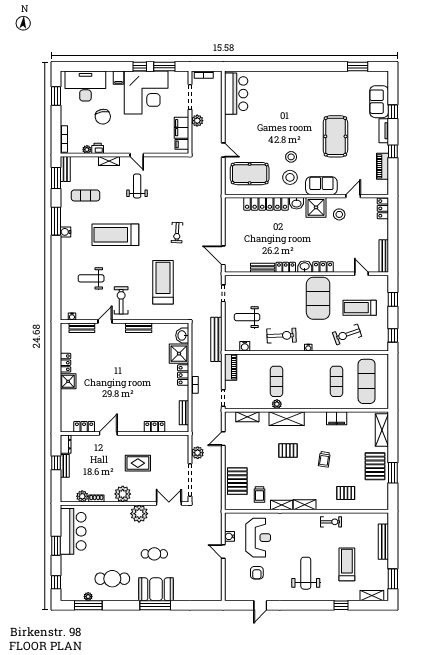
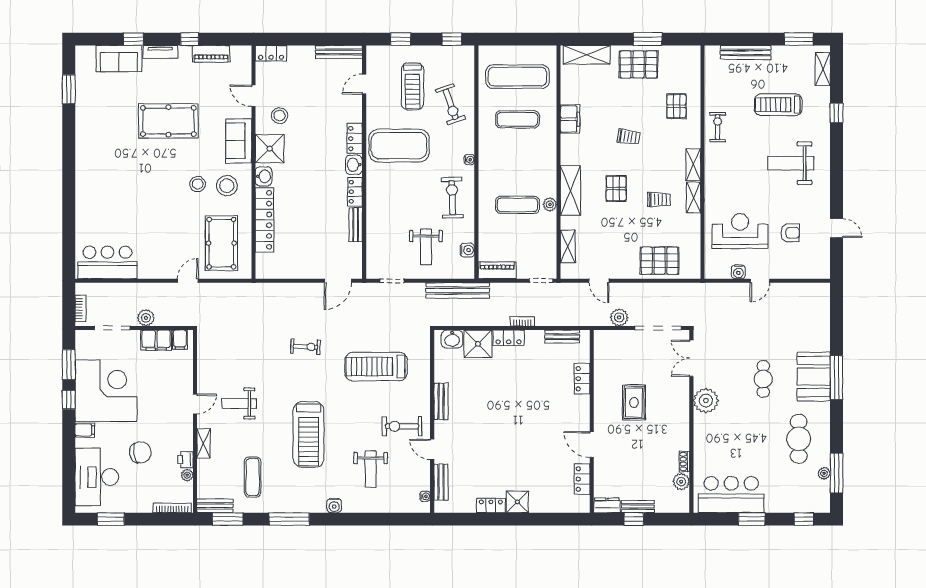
water cooler: (66, 232) -> (334, 505), moved
plant: (123, 494) -> (678, 424), removed
trolley: (260, 494) -> (659, 199), moved

